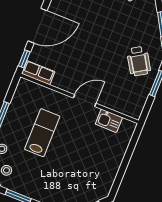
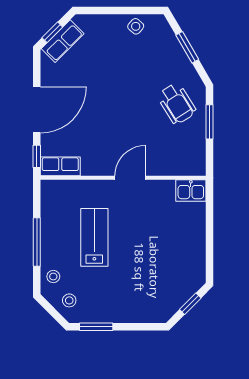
kitchen sink: (109, 121) -> (191, 191), moved

